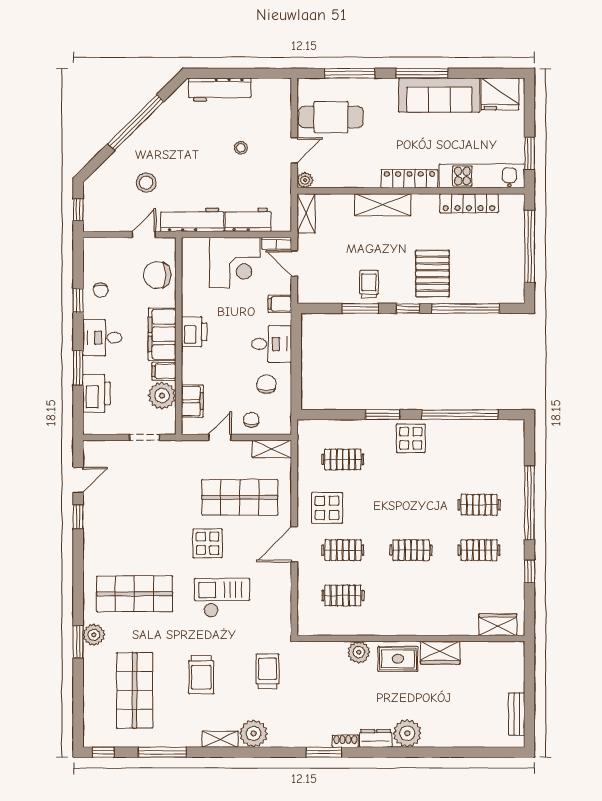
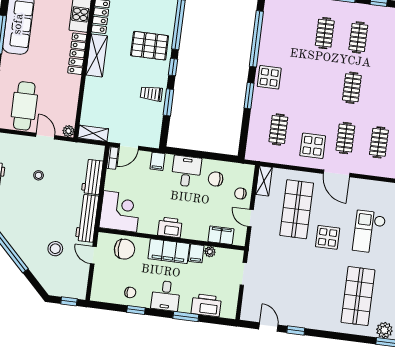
shelving: (383, 205) -> (97, 55), moved
corner desk: (235, 263) -> (120, 211), moved
chair: (157, 275) -> (125, 249), turned -90
plant: (162, 396) -> (210, 252), width x0.53, depth x0.53

